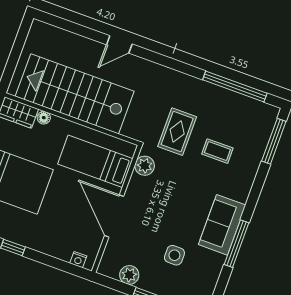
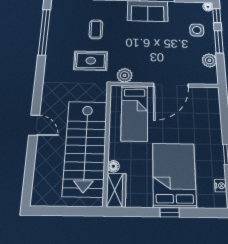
side table: (174, 255) -> (197, 30), moved
nightstand: (78, 260) -> (215, 100), removed

